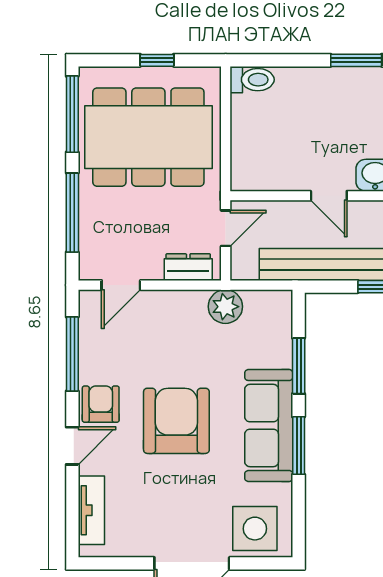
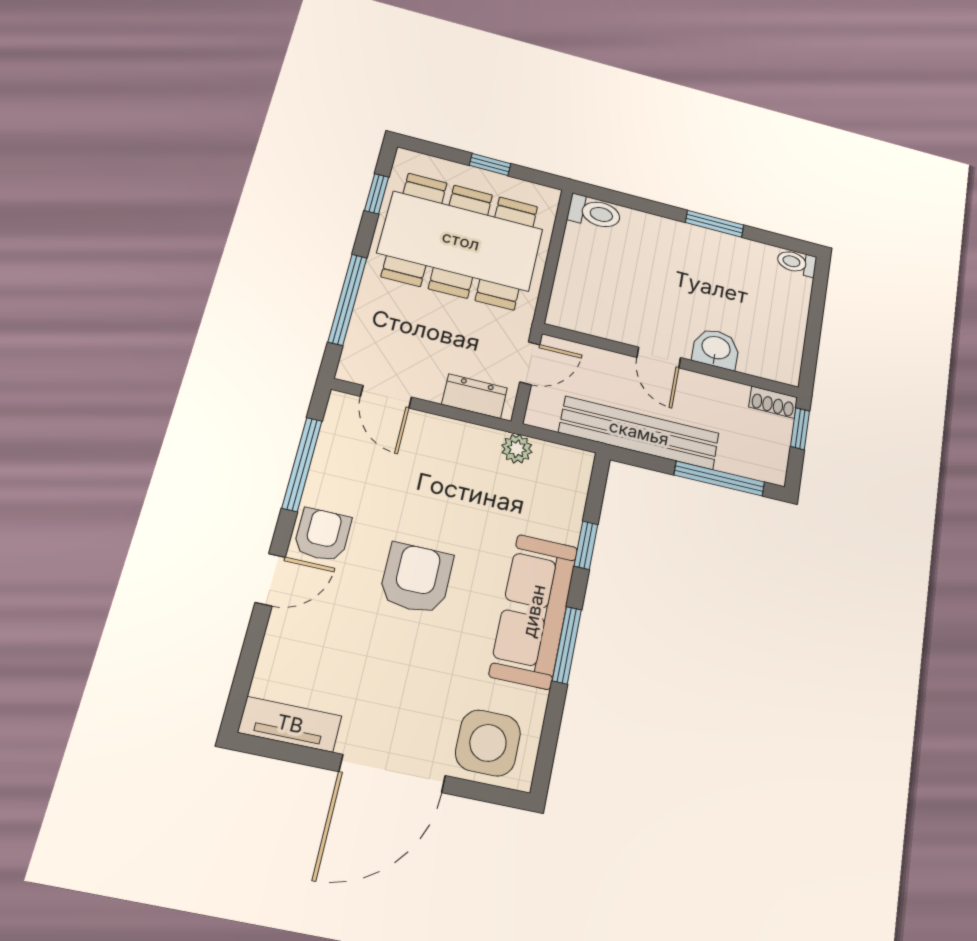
window: (72, 114) -> (377, 194), width x0.46
door: (121, 285) -> (386, 397), hinge flipped
plant: (225, 307) -> (517, 449), width x0.73, depth x0.73
window: (299, 366) -> (586, 545), width x0.67
armchair: (176, 421) -> (416, 578), width x0.73, depth x0.73
tv unit: (91, 510) -> (290, 724), moved, turned -90

